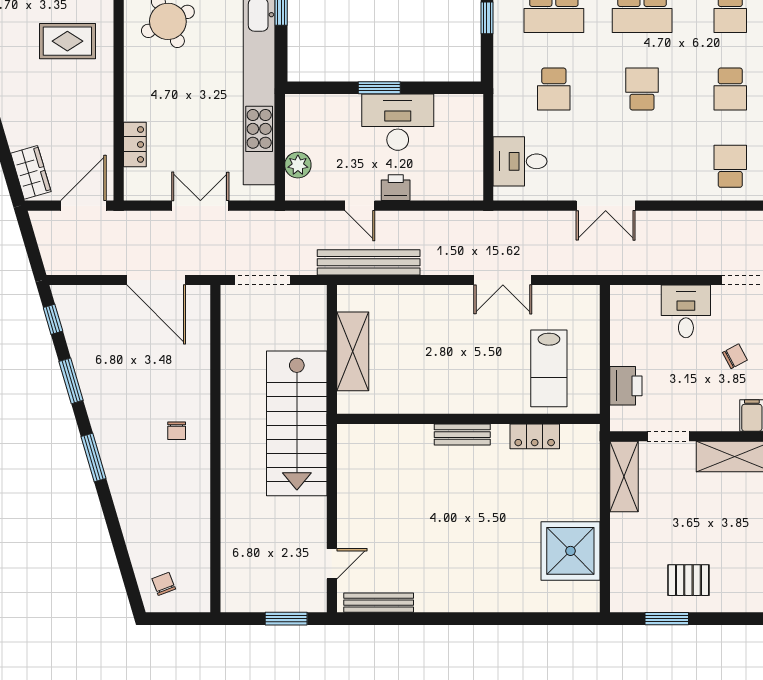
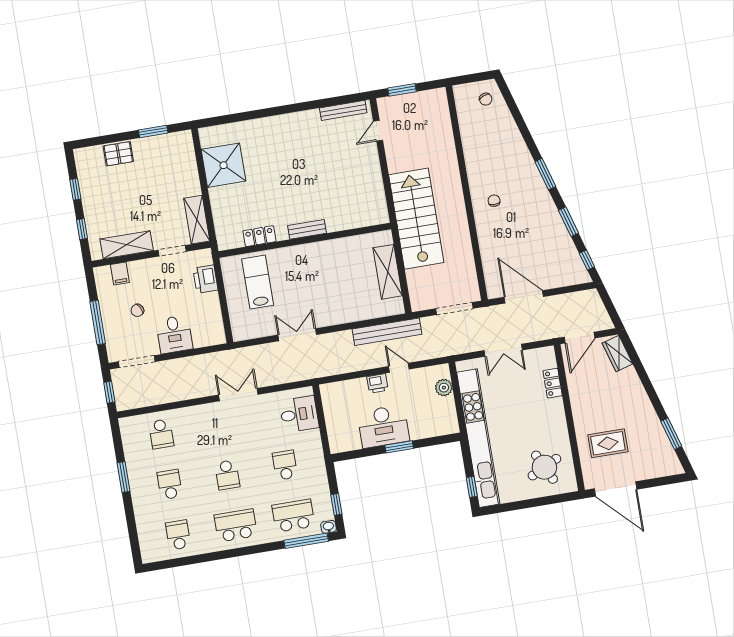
pallet: (688, 580) -> (118, 154), moved

